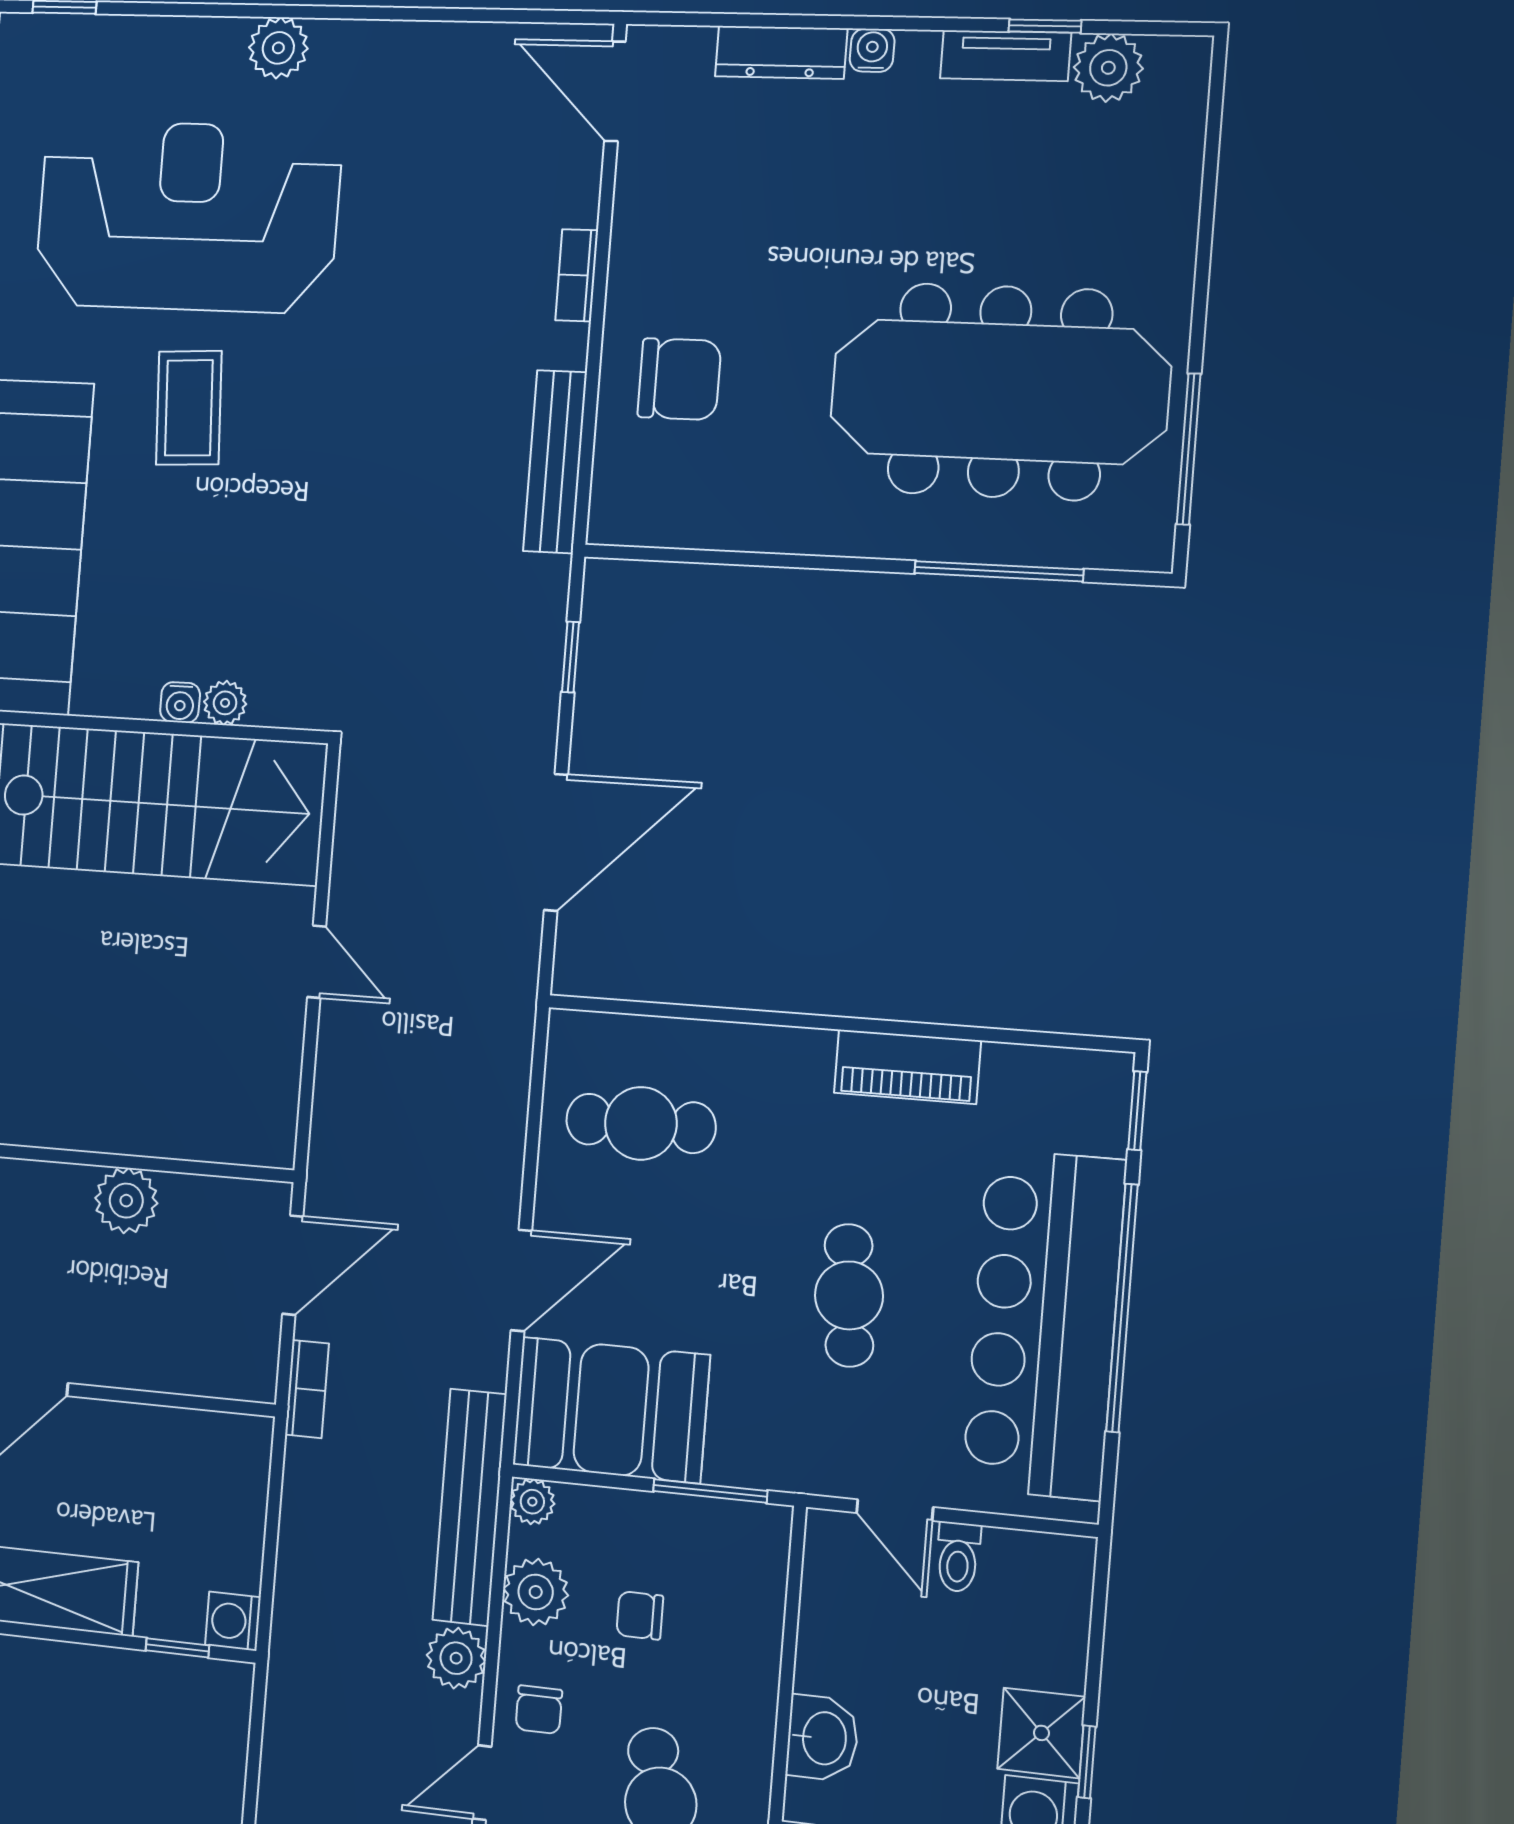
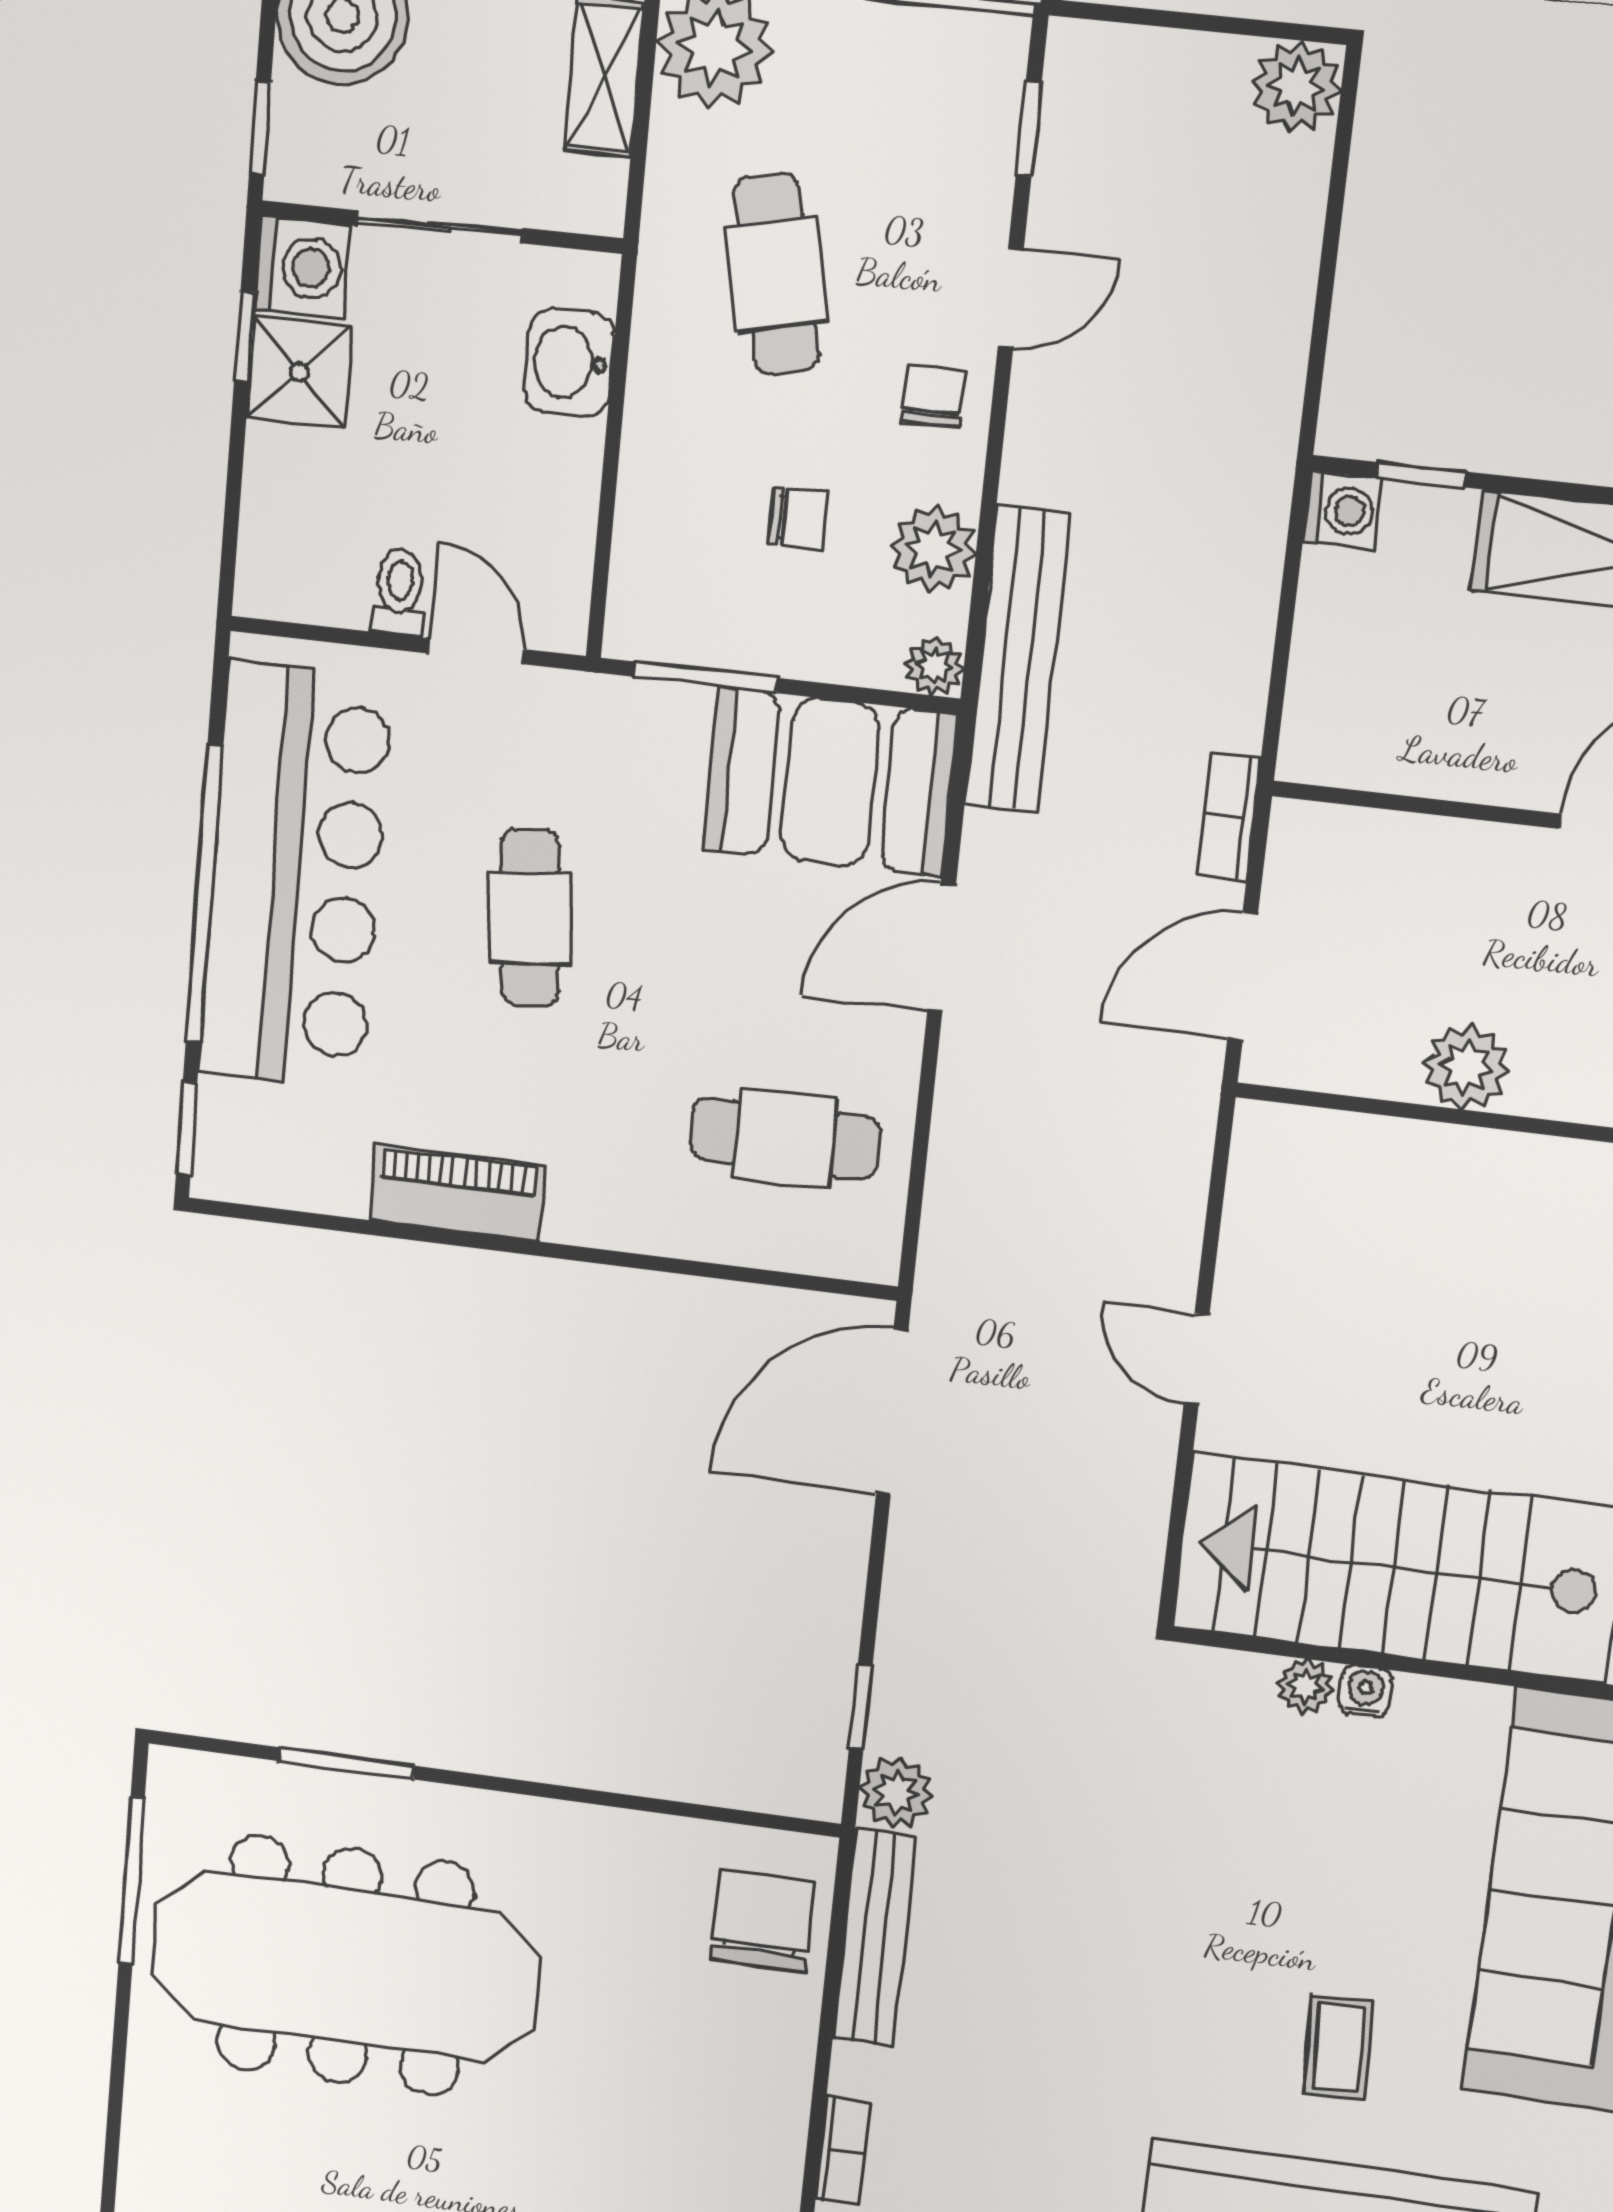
chair: (679, 379) -> (762, 1921), moved, turned 90
coffee table: (189, 408) -> (1338, 2047), width x0.73, depth x0.77
window: (999, 571) -> (346, 1763), width x0.69
door: (556, 842) -> (892, 1412), moved
plant: (456, 1658) -> (896, 1792), moved

